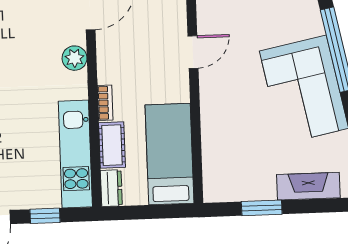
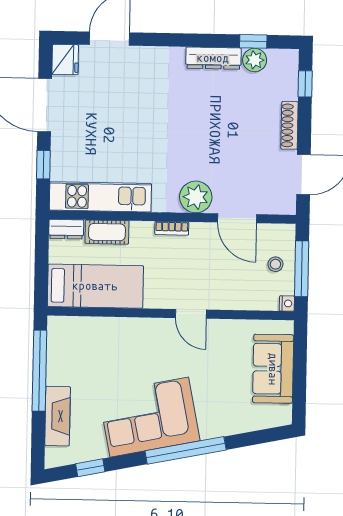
plant: (75, 58) -> (196, 197), width x1.36, depth x1.36
bookcase: (105, 103) -> (172, 228), moved
window: (262, 208) -> (39, 371), width x2.11

